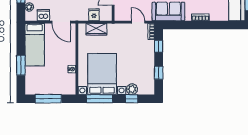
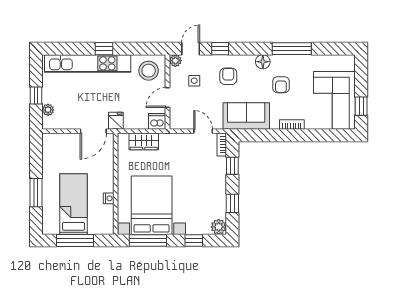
dishwasher: (43, 15) -> (157, 121), moved
fridge: (94, 15) -> (116, 121), moved
door: (61, 22) -> (93, 131), hinge flipped
bed: (35, 45) -> (74, 204), moved, turned 180
plant: (132, 89) -> (219, 227), moved

